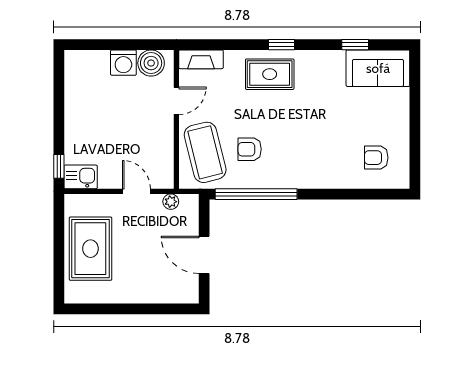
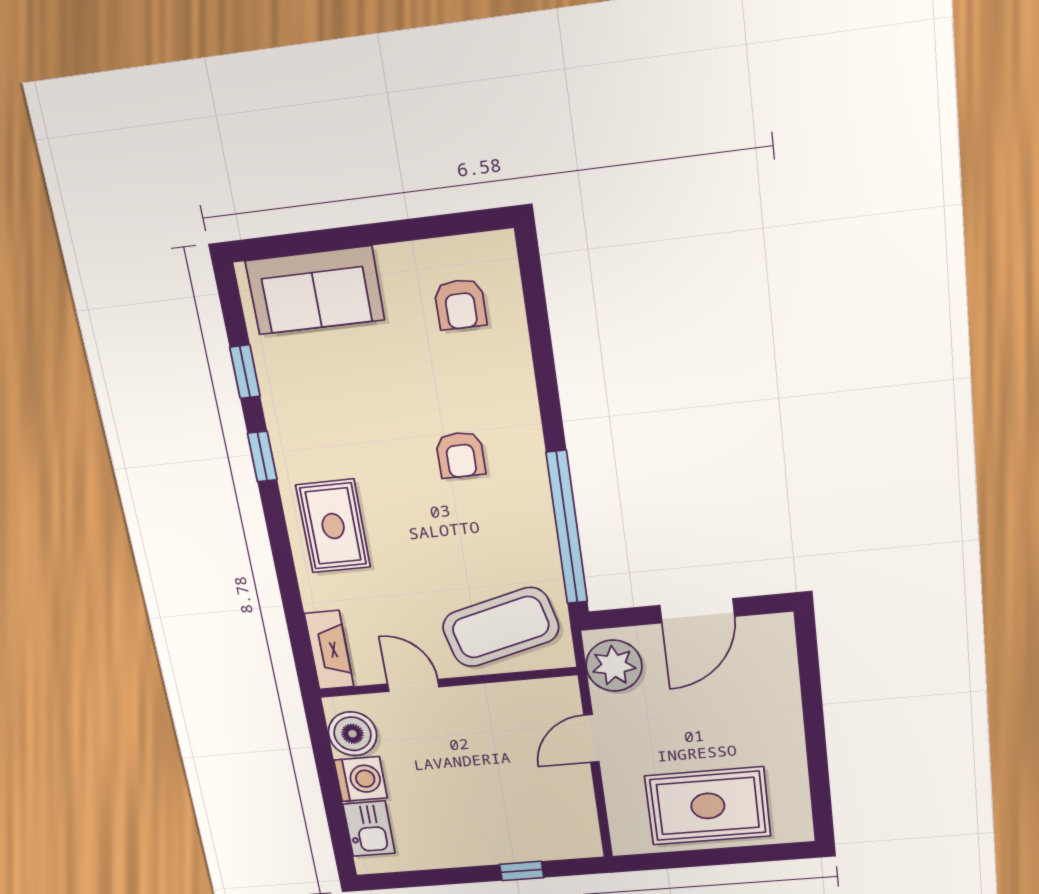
window: (282, 45) -> (262, 456), moved
sofa: (378, 68) -> (315, 290), moved, turned 90
armchair: (250, 149) -> (460, 455), moved
window: (59, 166) -> (522, 871), moved
kitchen sink: (81, 177) -> (369, 829), moved, turned 180
plant: (171, 202) -> (614, 666), width x1.87, depth x1.87

